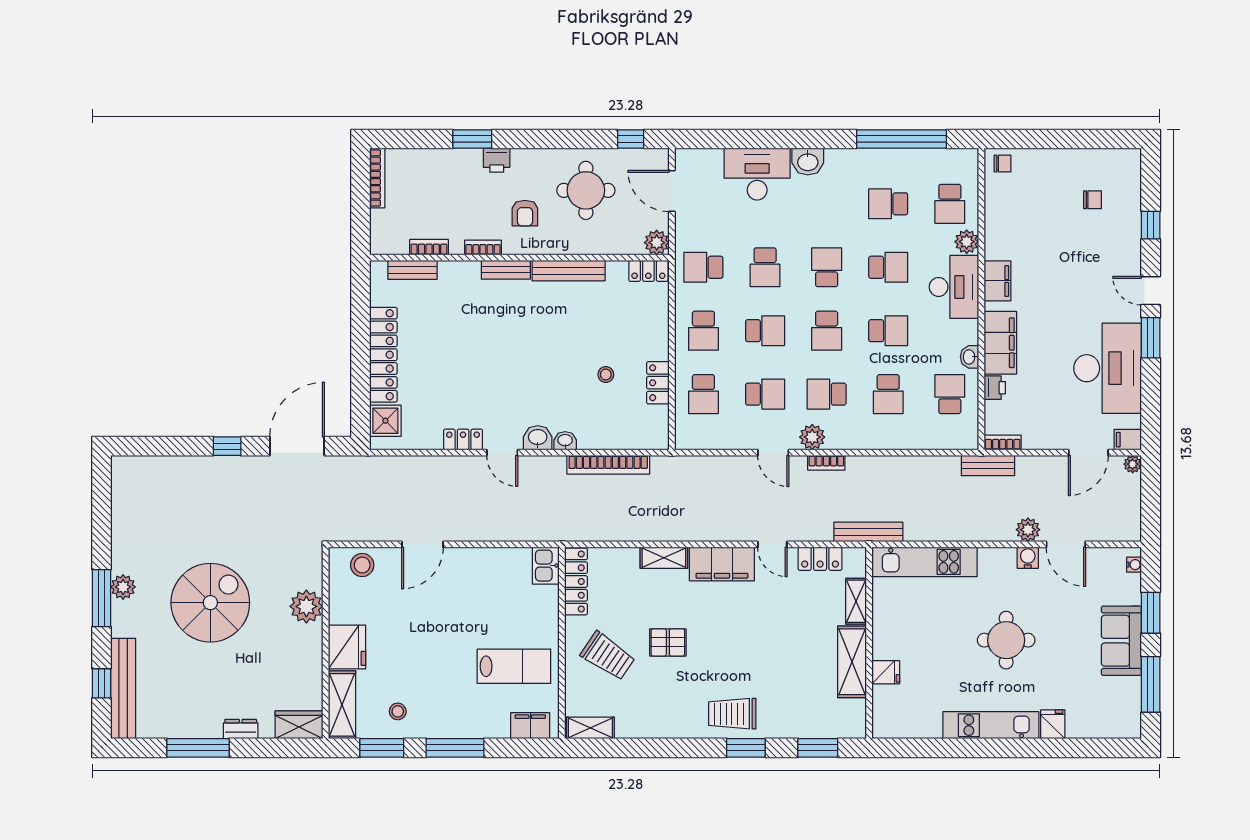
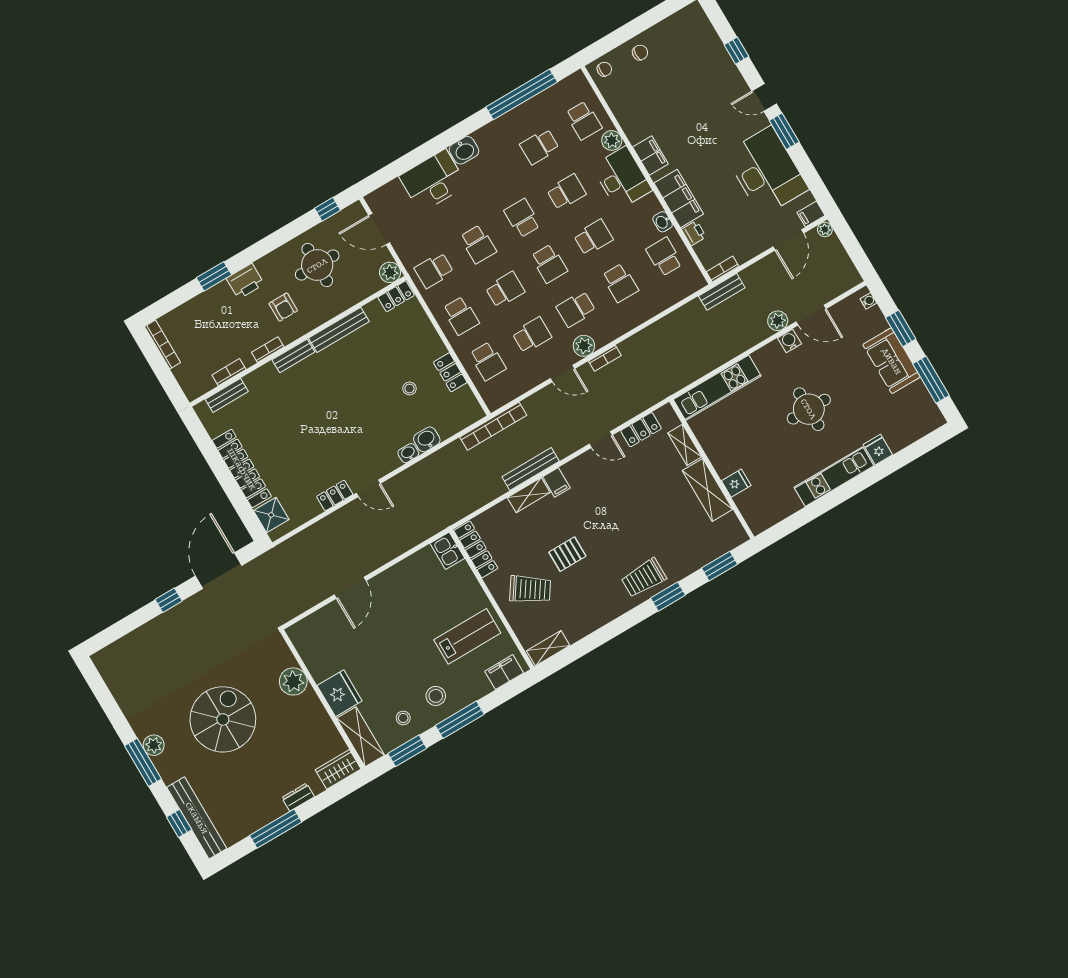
printer: (497, 160) -> (245, 281), width x1.36, depth x1.24
chair: (1092, 200) -> (640, 53), moved
washbasin: (538, 438) -> (427, 439), moved
bookcase: (608, 465) -> (493, 426), moved
bench: (868, 532) -> (531, 469), moved
filing cabinet: (722, 564) -> (556, 482), width x0.33, depth x0.86
stool: (362, 565) -> (436, 696), moved

